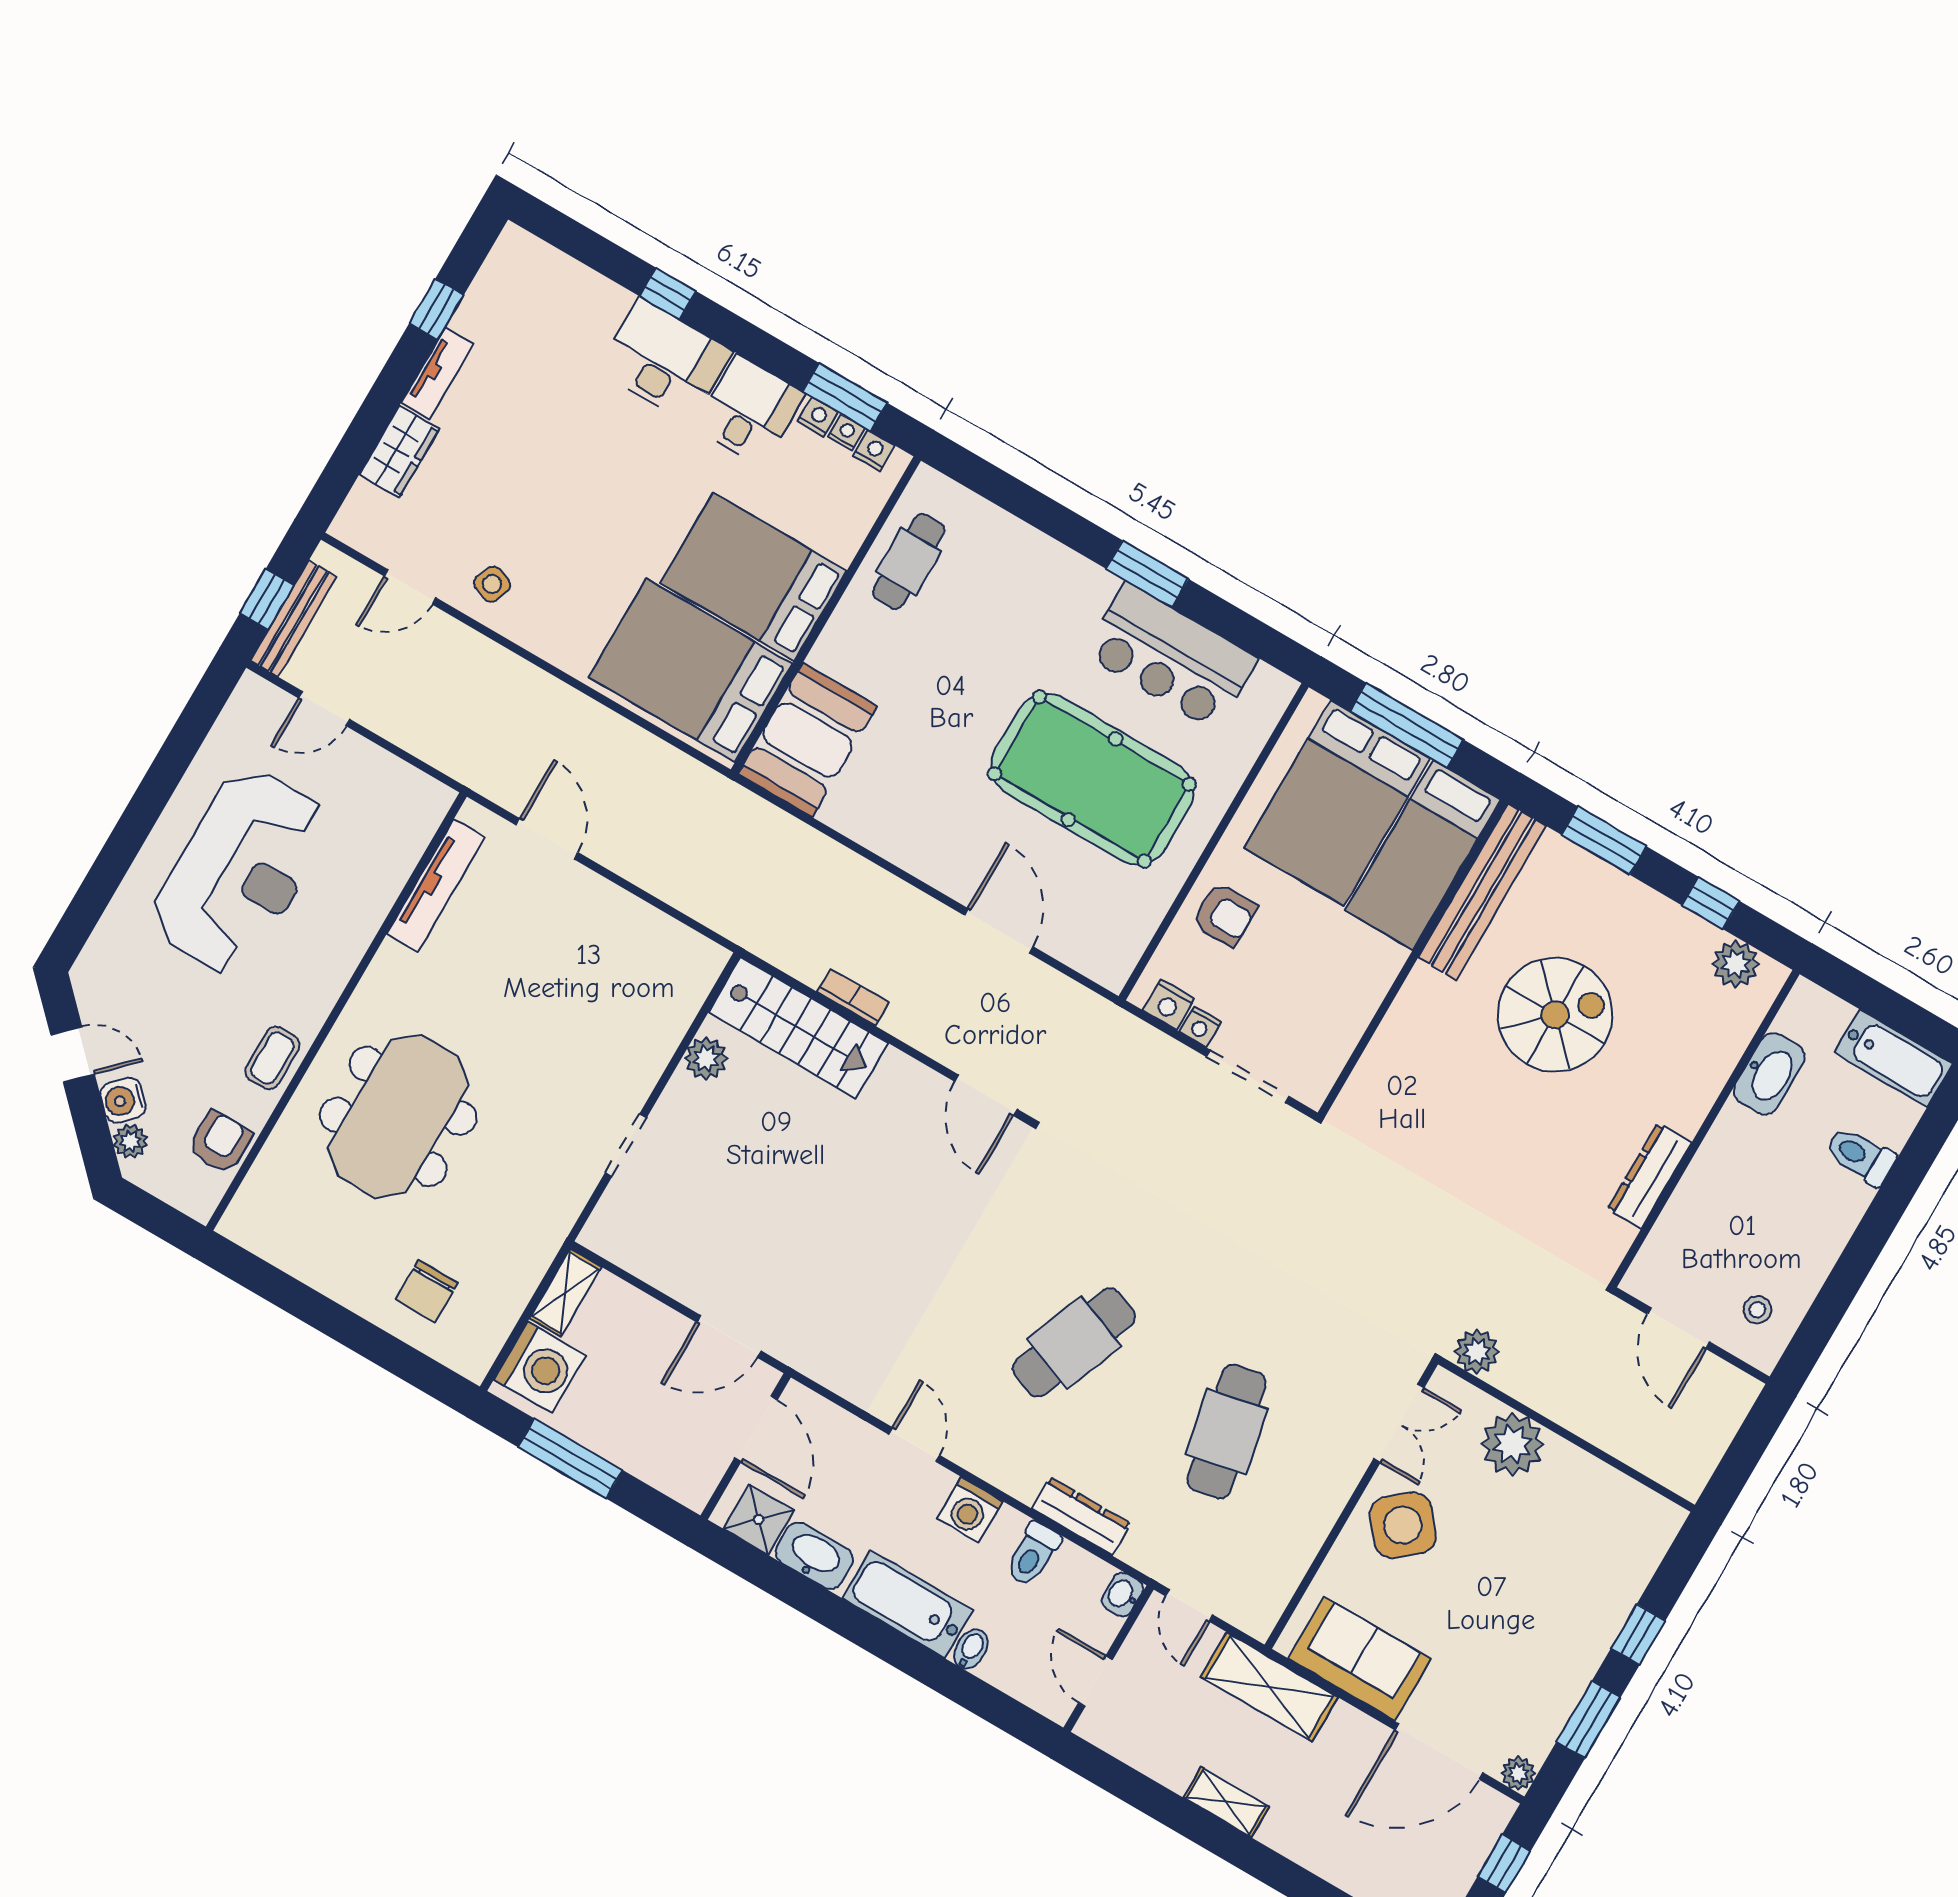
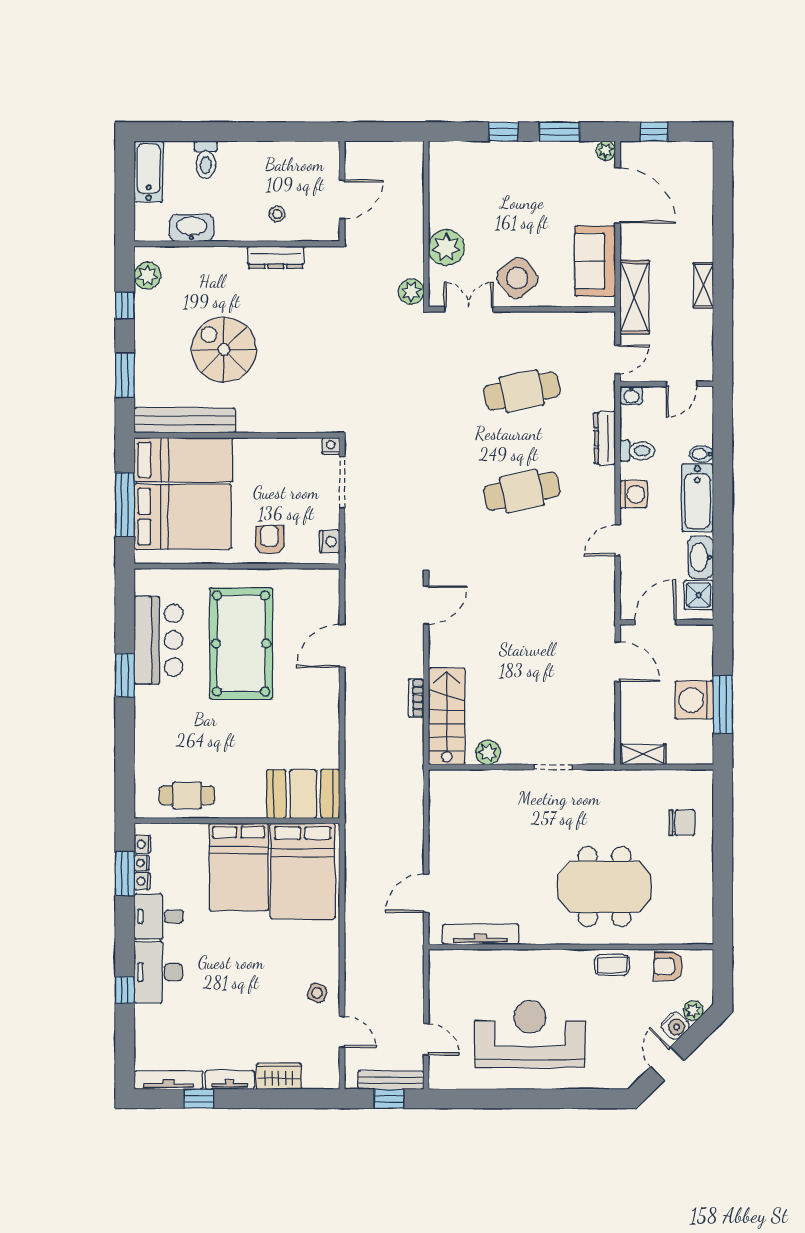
tv unit: (492, 280) -> (169, 1080), added
nightstand: (1200, 1027) -> (331, 446), moved, turned -90
stool: (1757, 1310) -> (277, 214), moved
cafe table: (1074, 1342) -> (522, 491), turned -33
washing machine: (540, 1367) -> (694, 700), moved, turned -90

